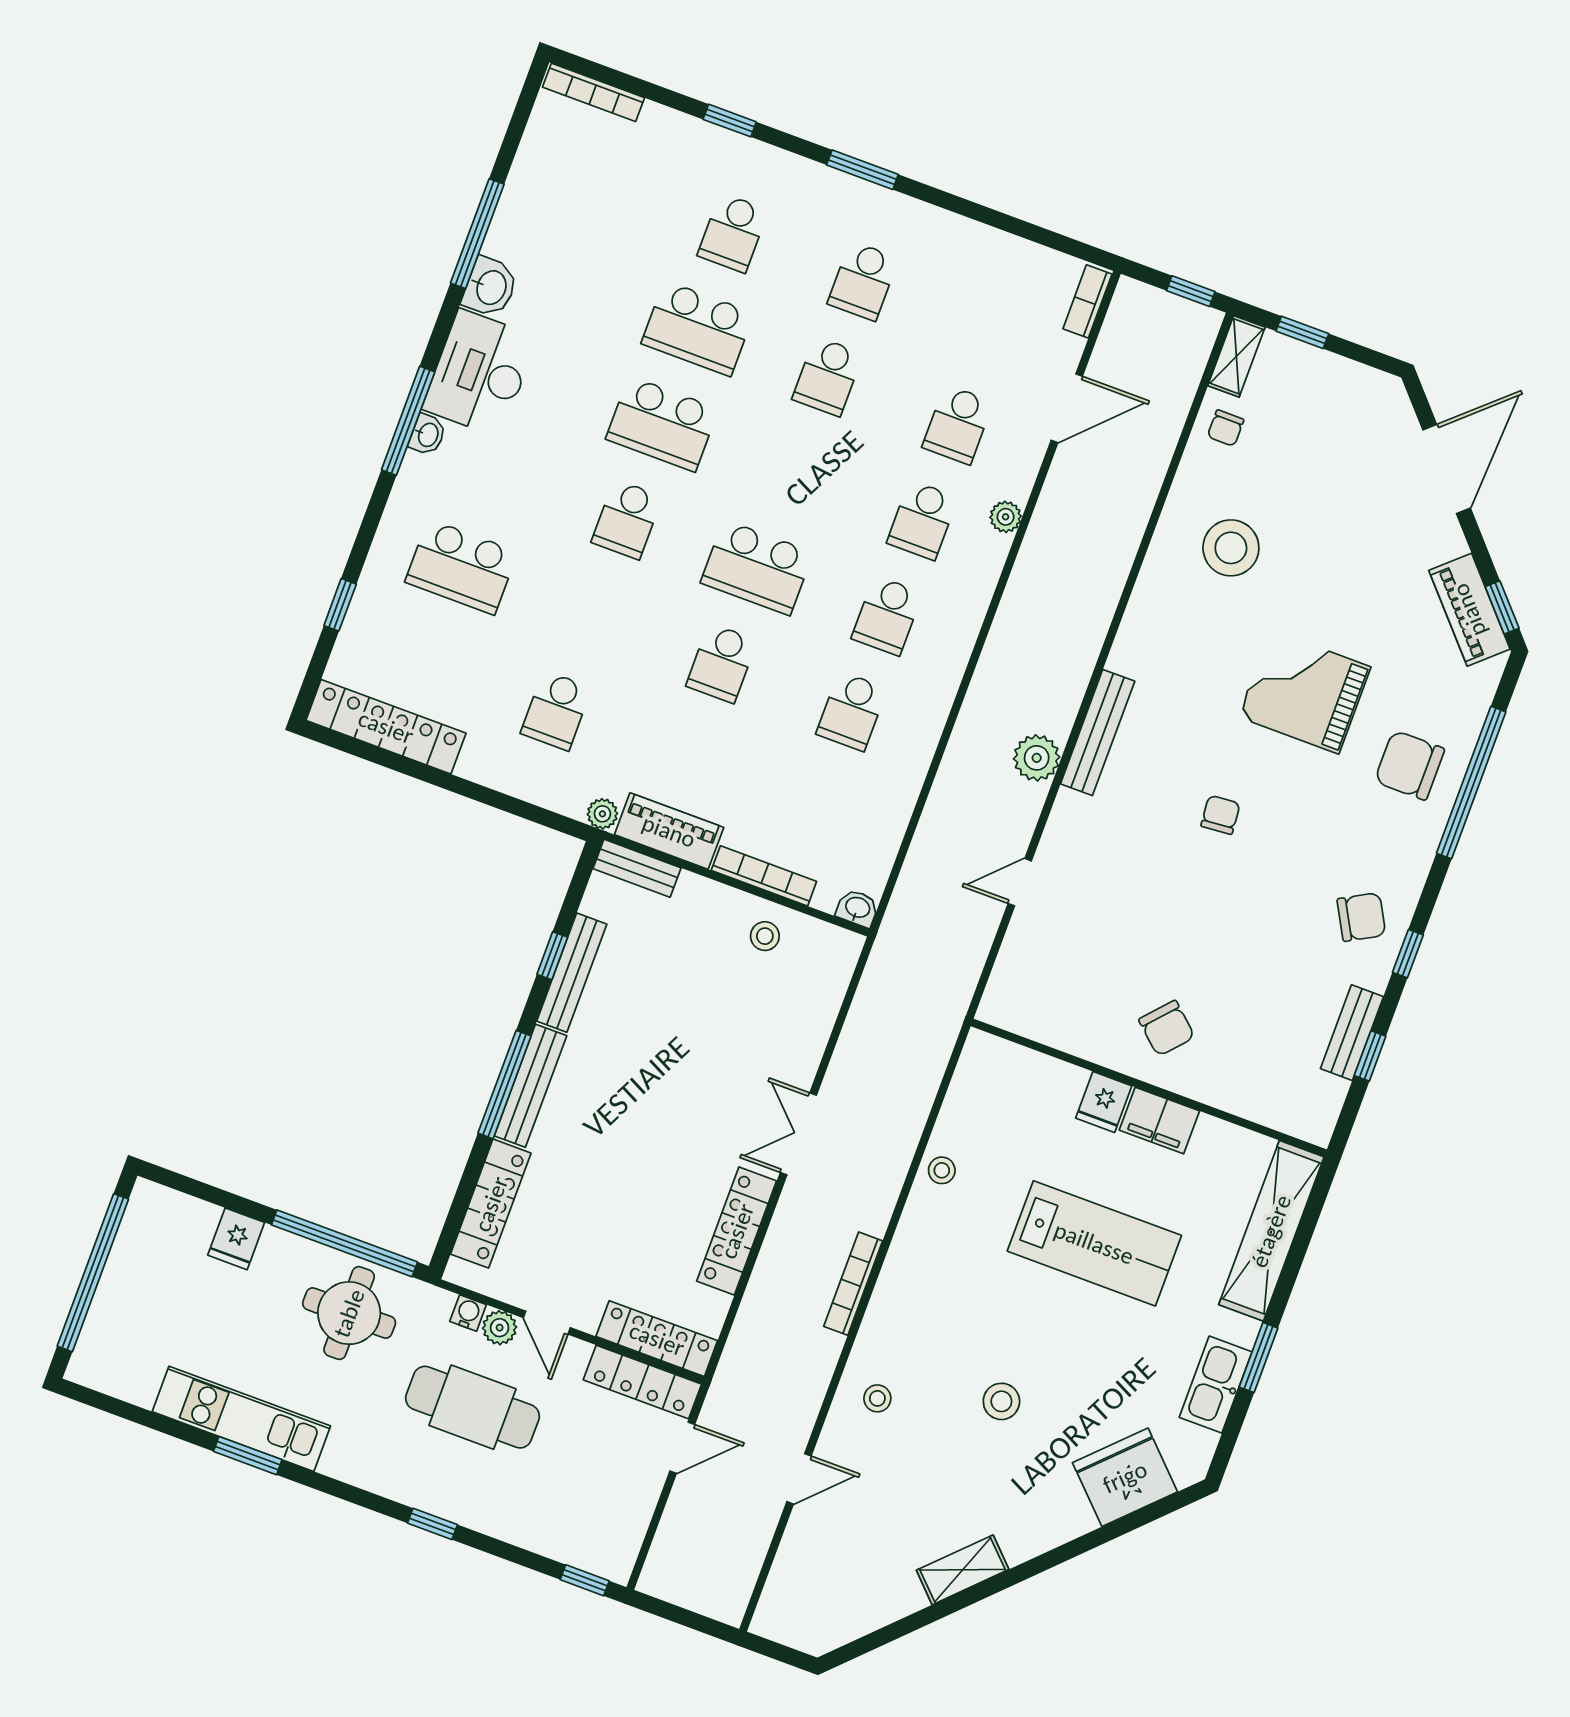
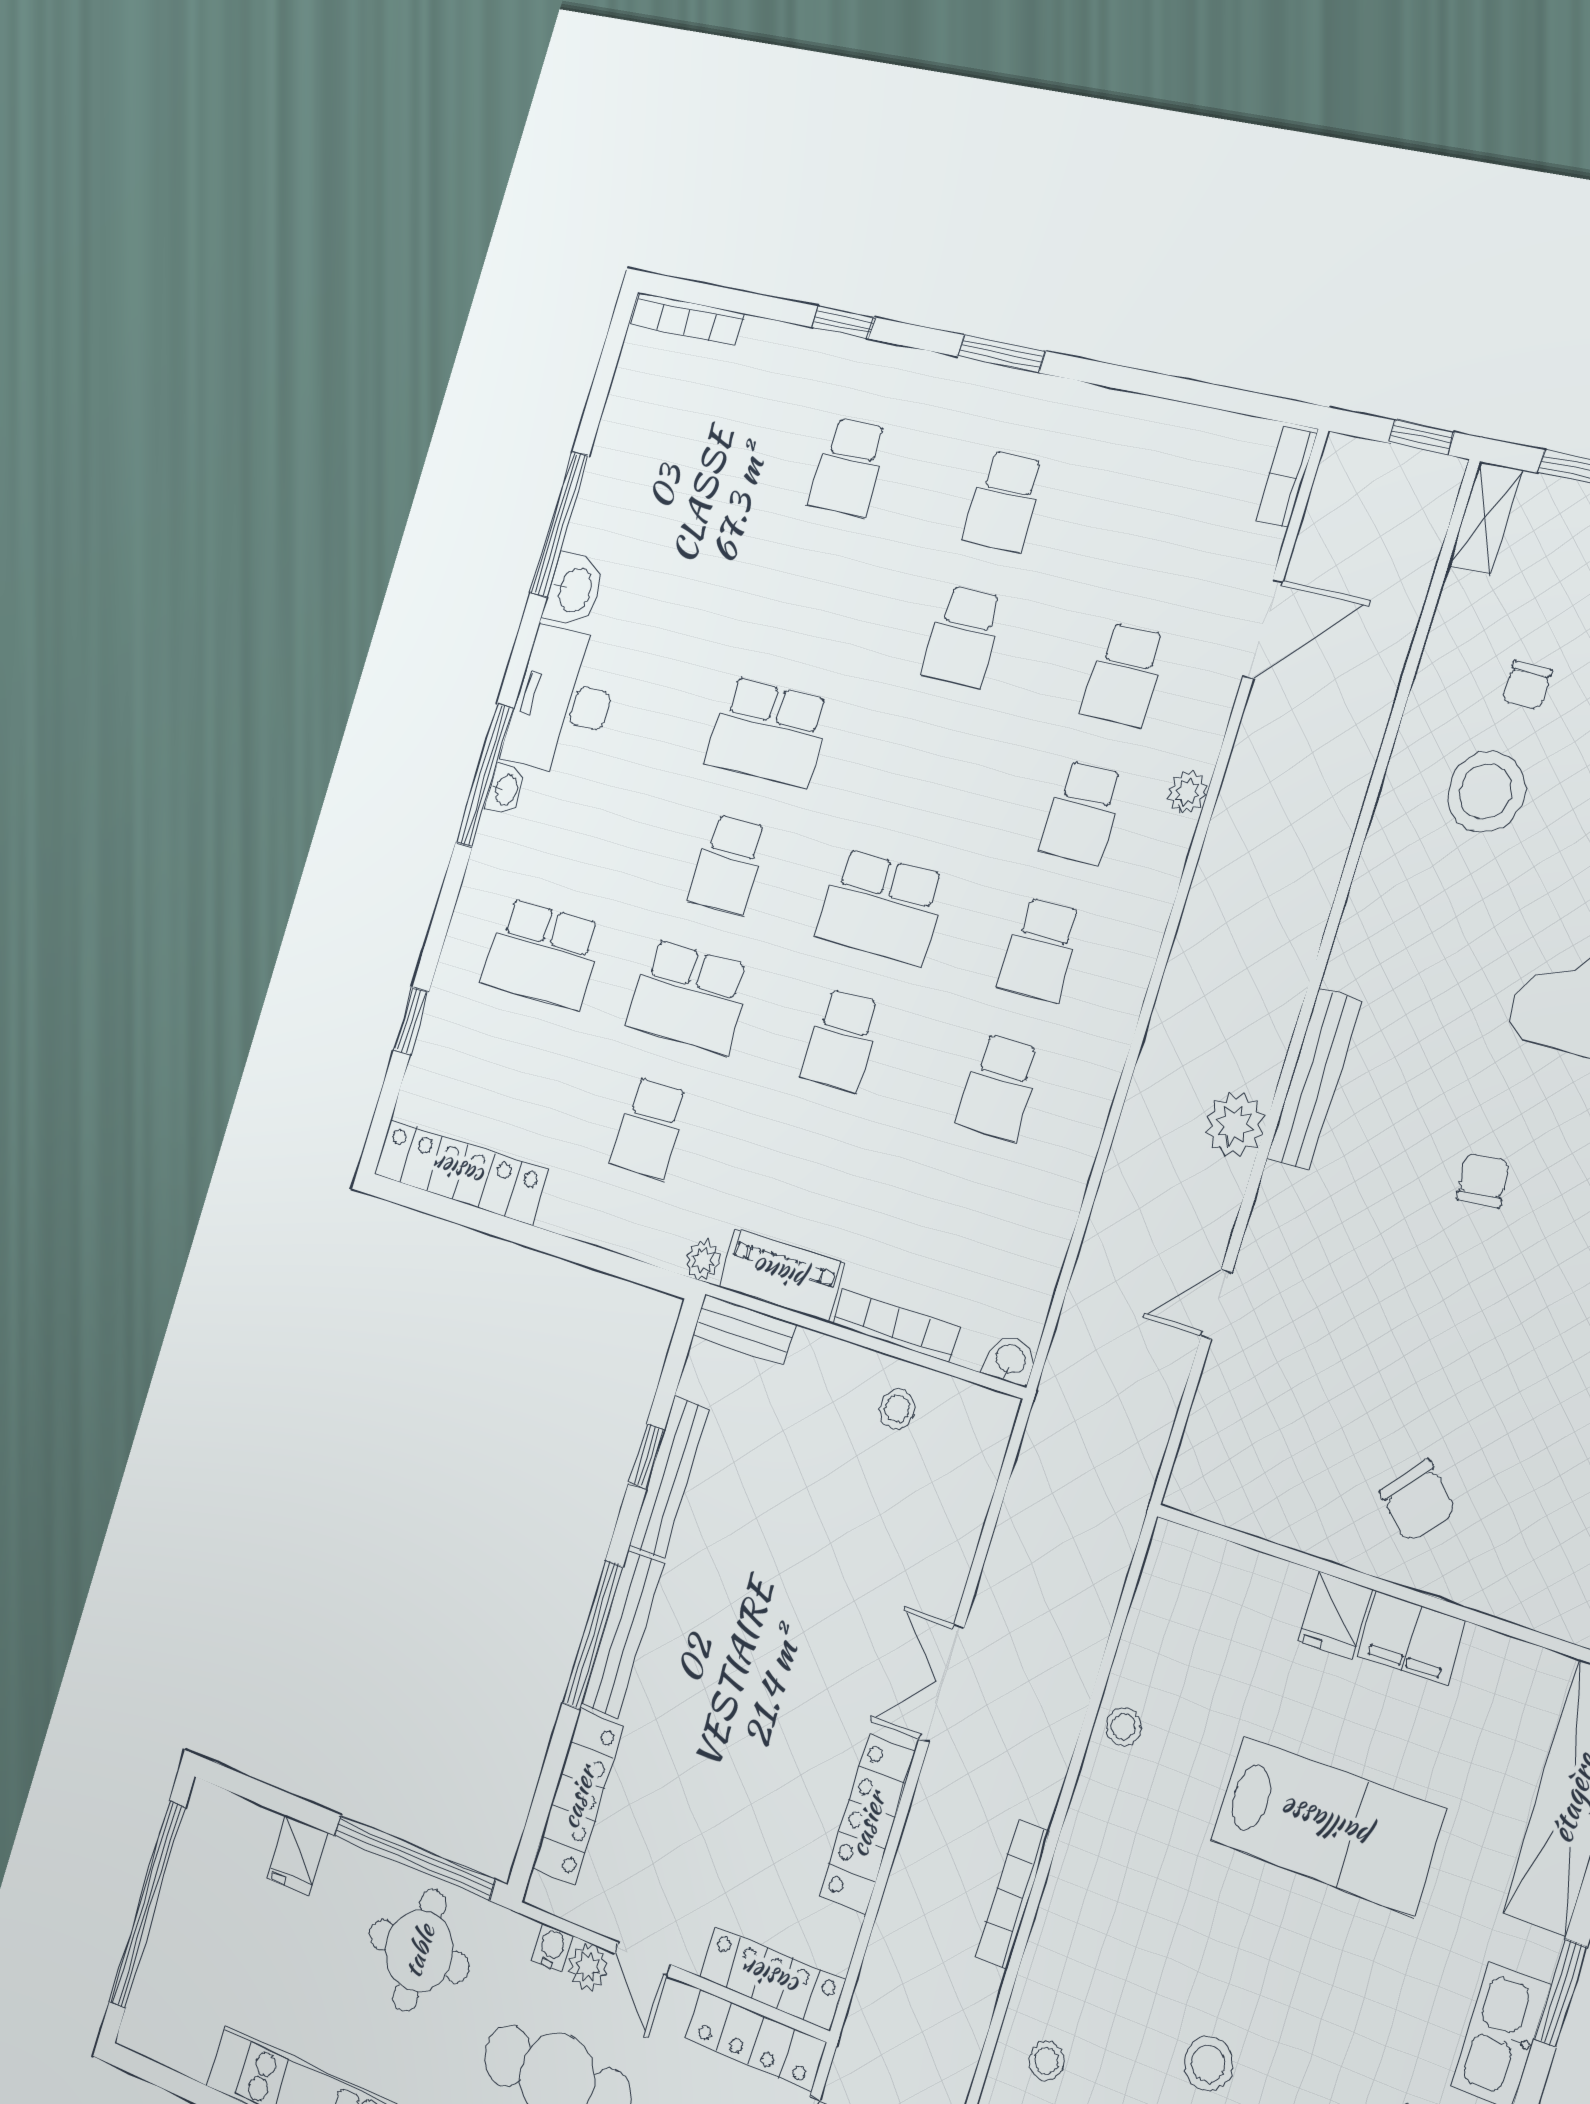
school desk: (698, 328) -> (689, 997), moved
chair: (1226, 428) -> (1527, 685), moved

